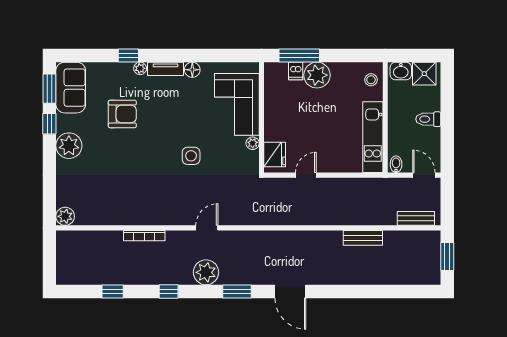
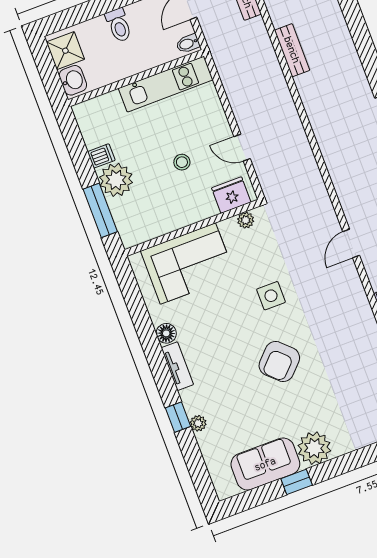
plant: (140, 68) -> (198, 423), moved
dishwasher: (296, 71) -> (101, 156), moved
stool: (371, 80) -> (182, 162), moved
sofa: (71, 88) -> (265, 464), moved
window: (49, 89) -> (254, 498), removed
armchair: (122, 114) -> (279, 361), moved, turned -136
plant: (253, 143) -> (246, 220), moved
door: (207, 228) -> (351, 244), hinge flipped

